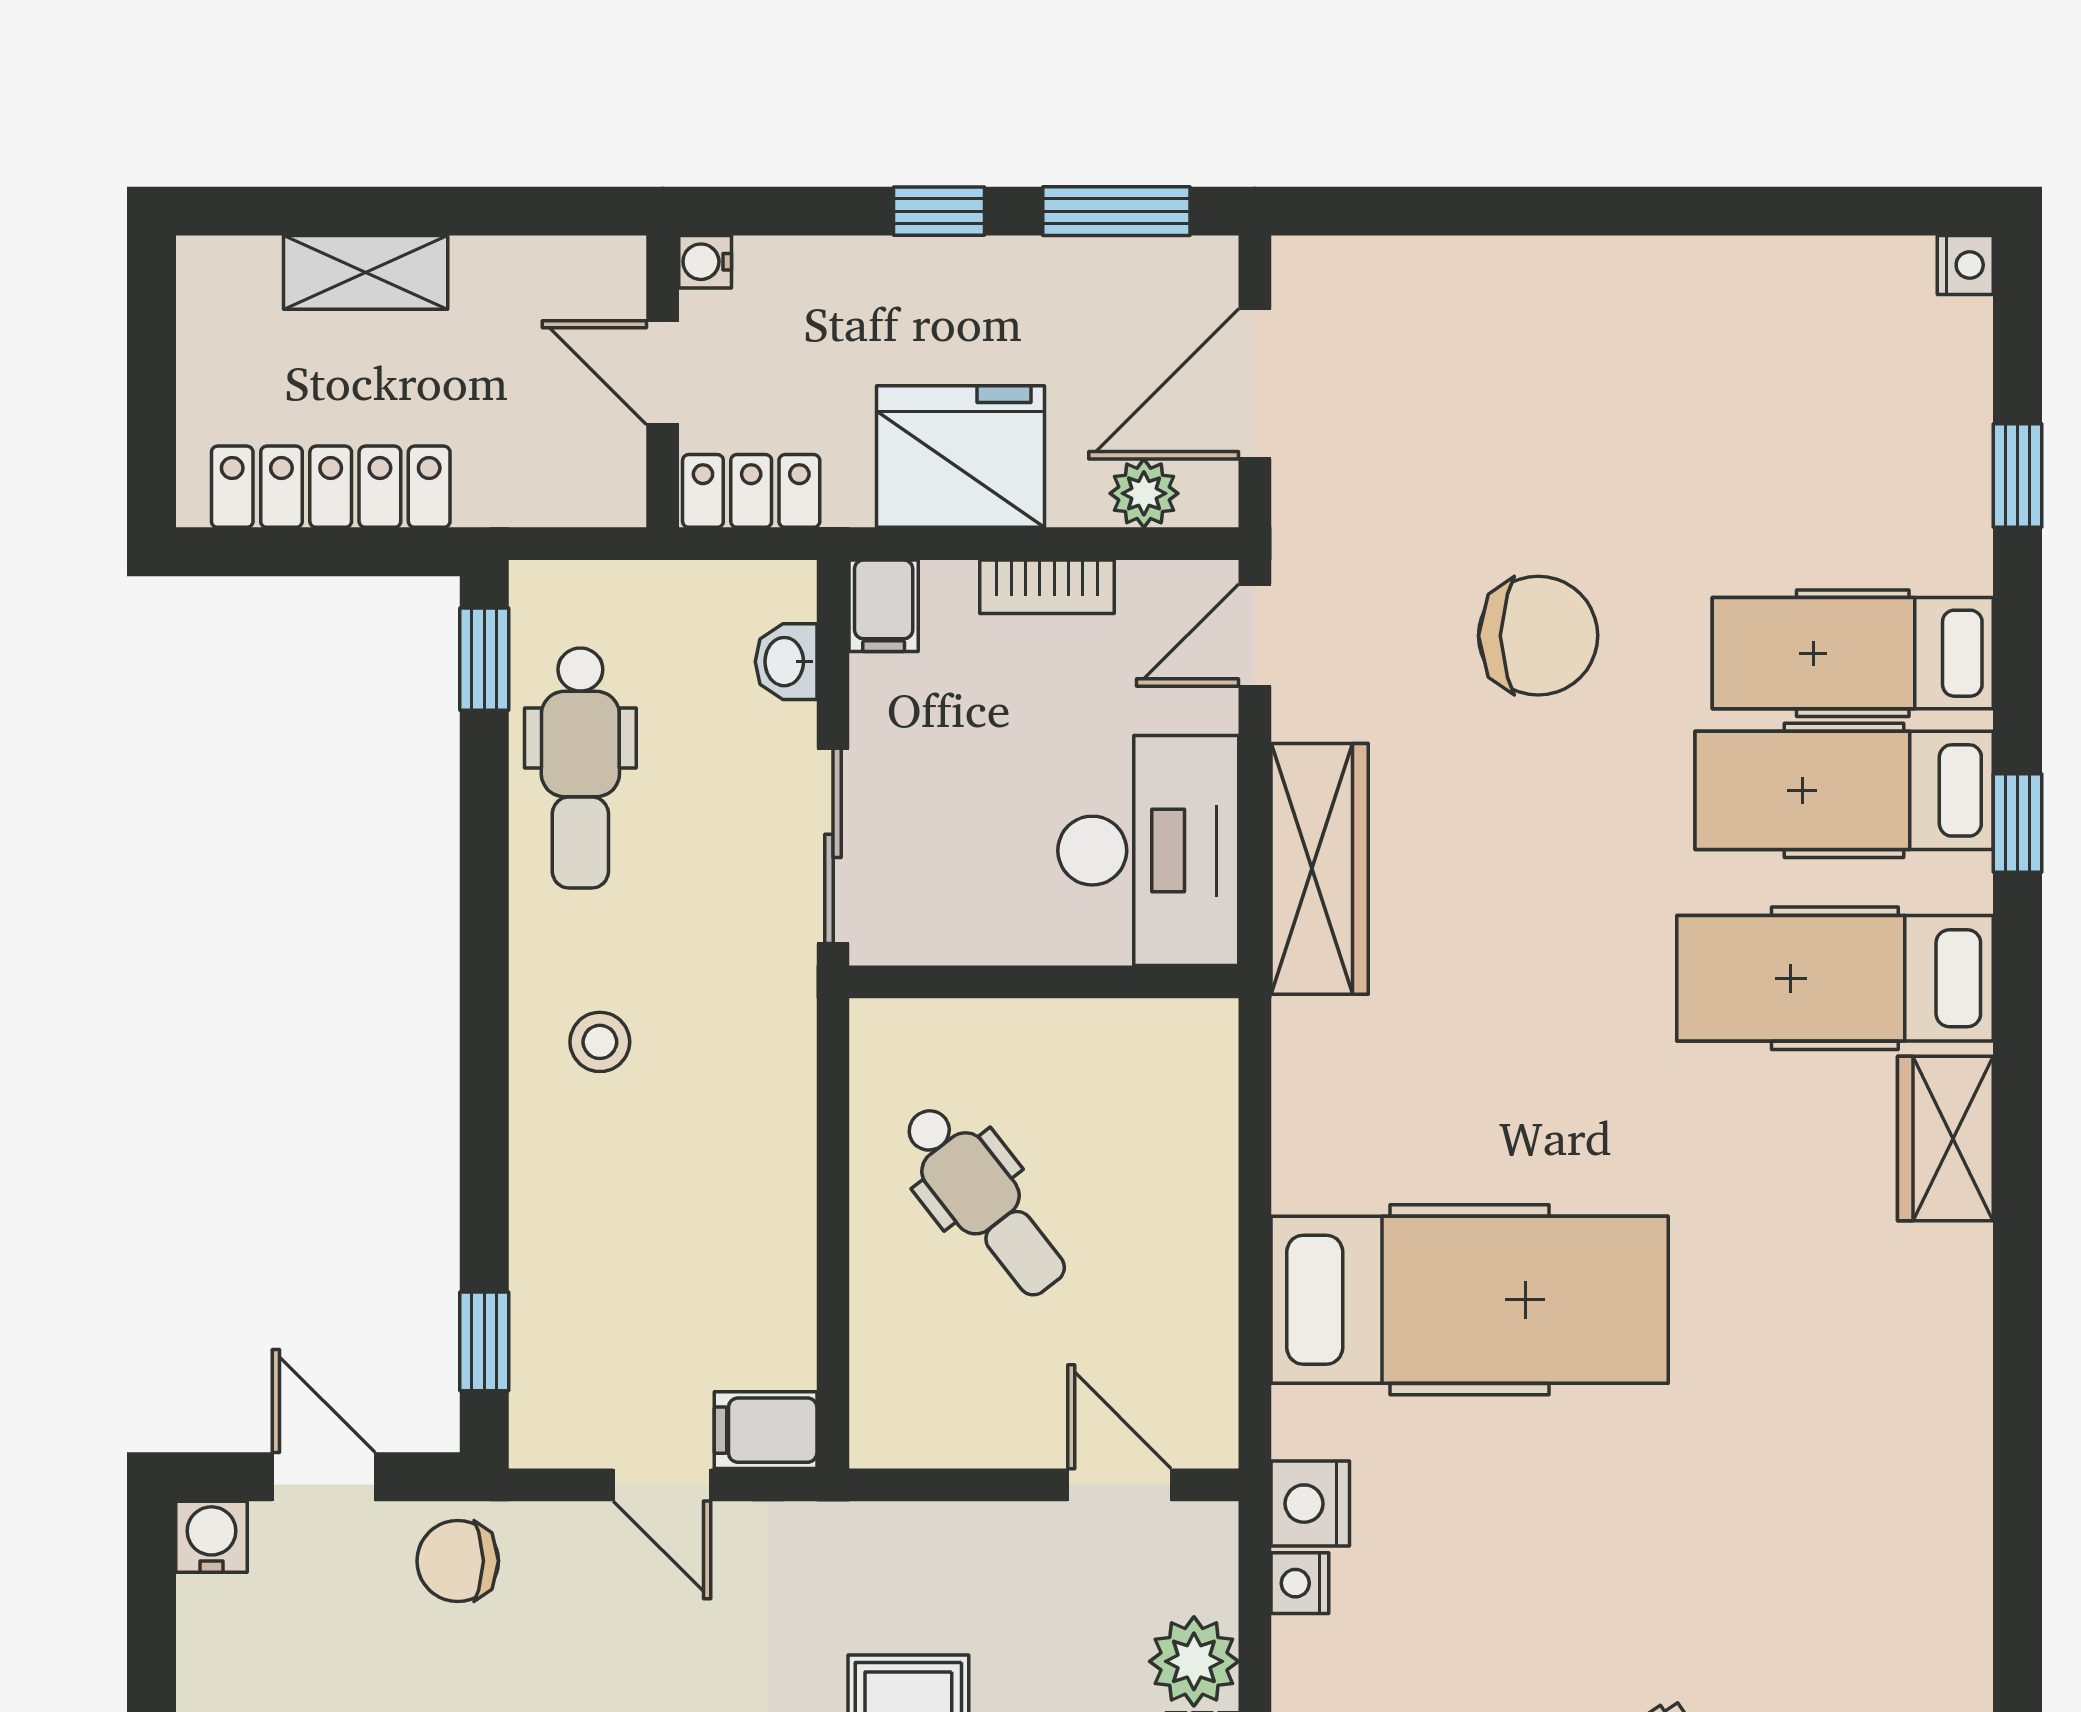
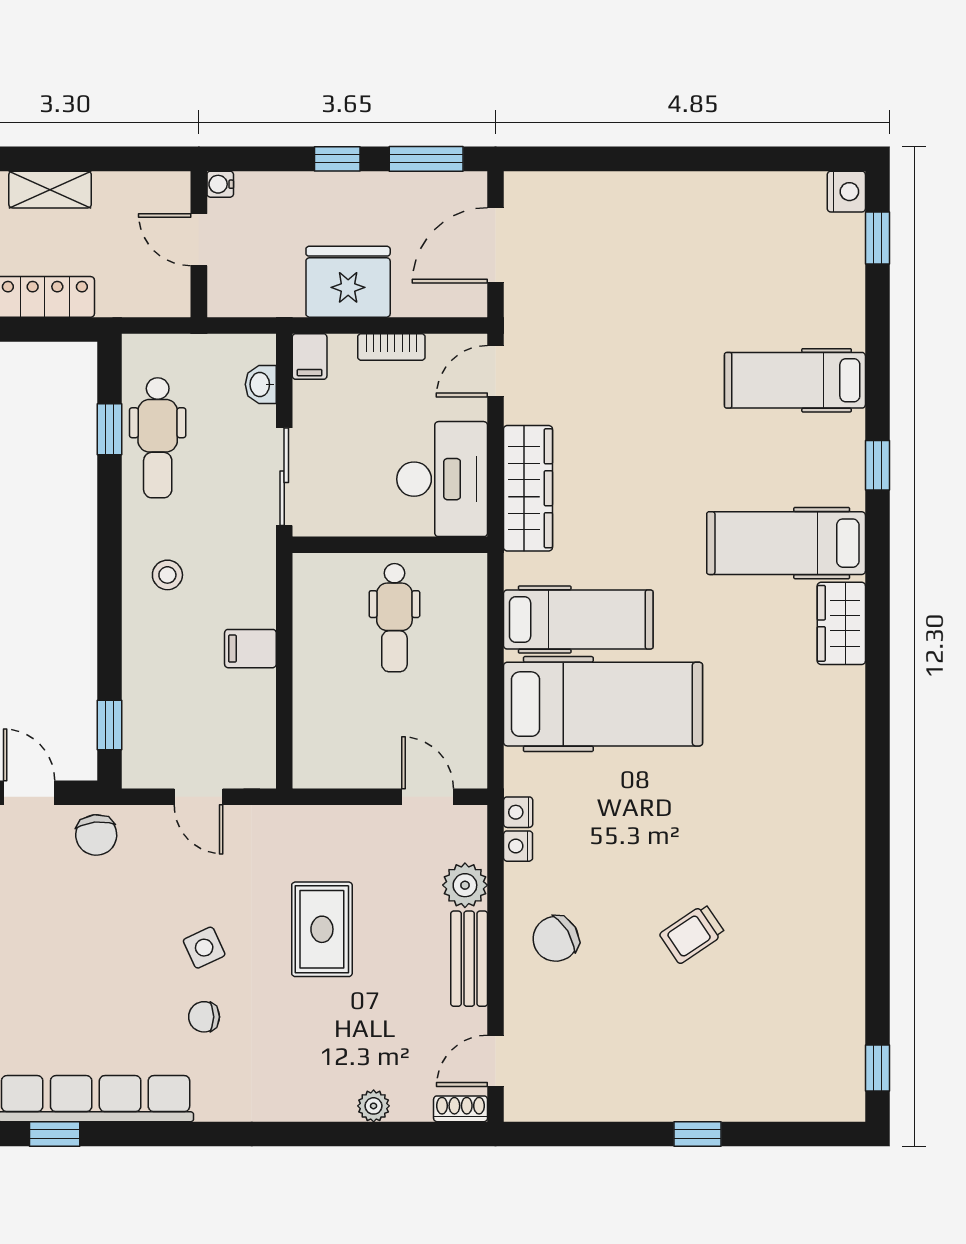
nightstand: (1965, 265) -> (846, 192), width x1.39, depth x1.35
window: (2017, 476) -> (877, 238), moved
locker: (751, 491) -> (243, 299), removed
plant: (1144, 493) -> (440, 300), removed
chair: (1538, 636) -> (637, 371), removed
window: (484, 659) -> (109, 429), moved
hospital bed: (1844, 790) -> (578, 619), moved, turned 180
dental chair: (984, 1200) -> (394, 618), moved, turned 38
filing cabinet: (766, 1430) -> (250, 649), moved
nightstand: (1310, 1504) -> (518, 812), width x0.72, depth x0.74
chair: (458, 1561) -> (96, 835), turned -96

